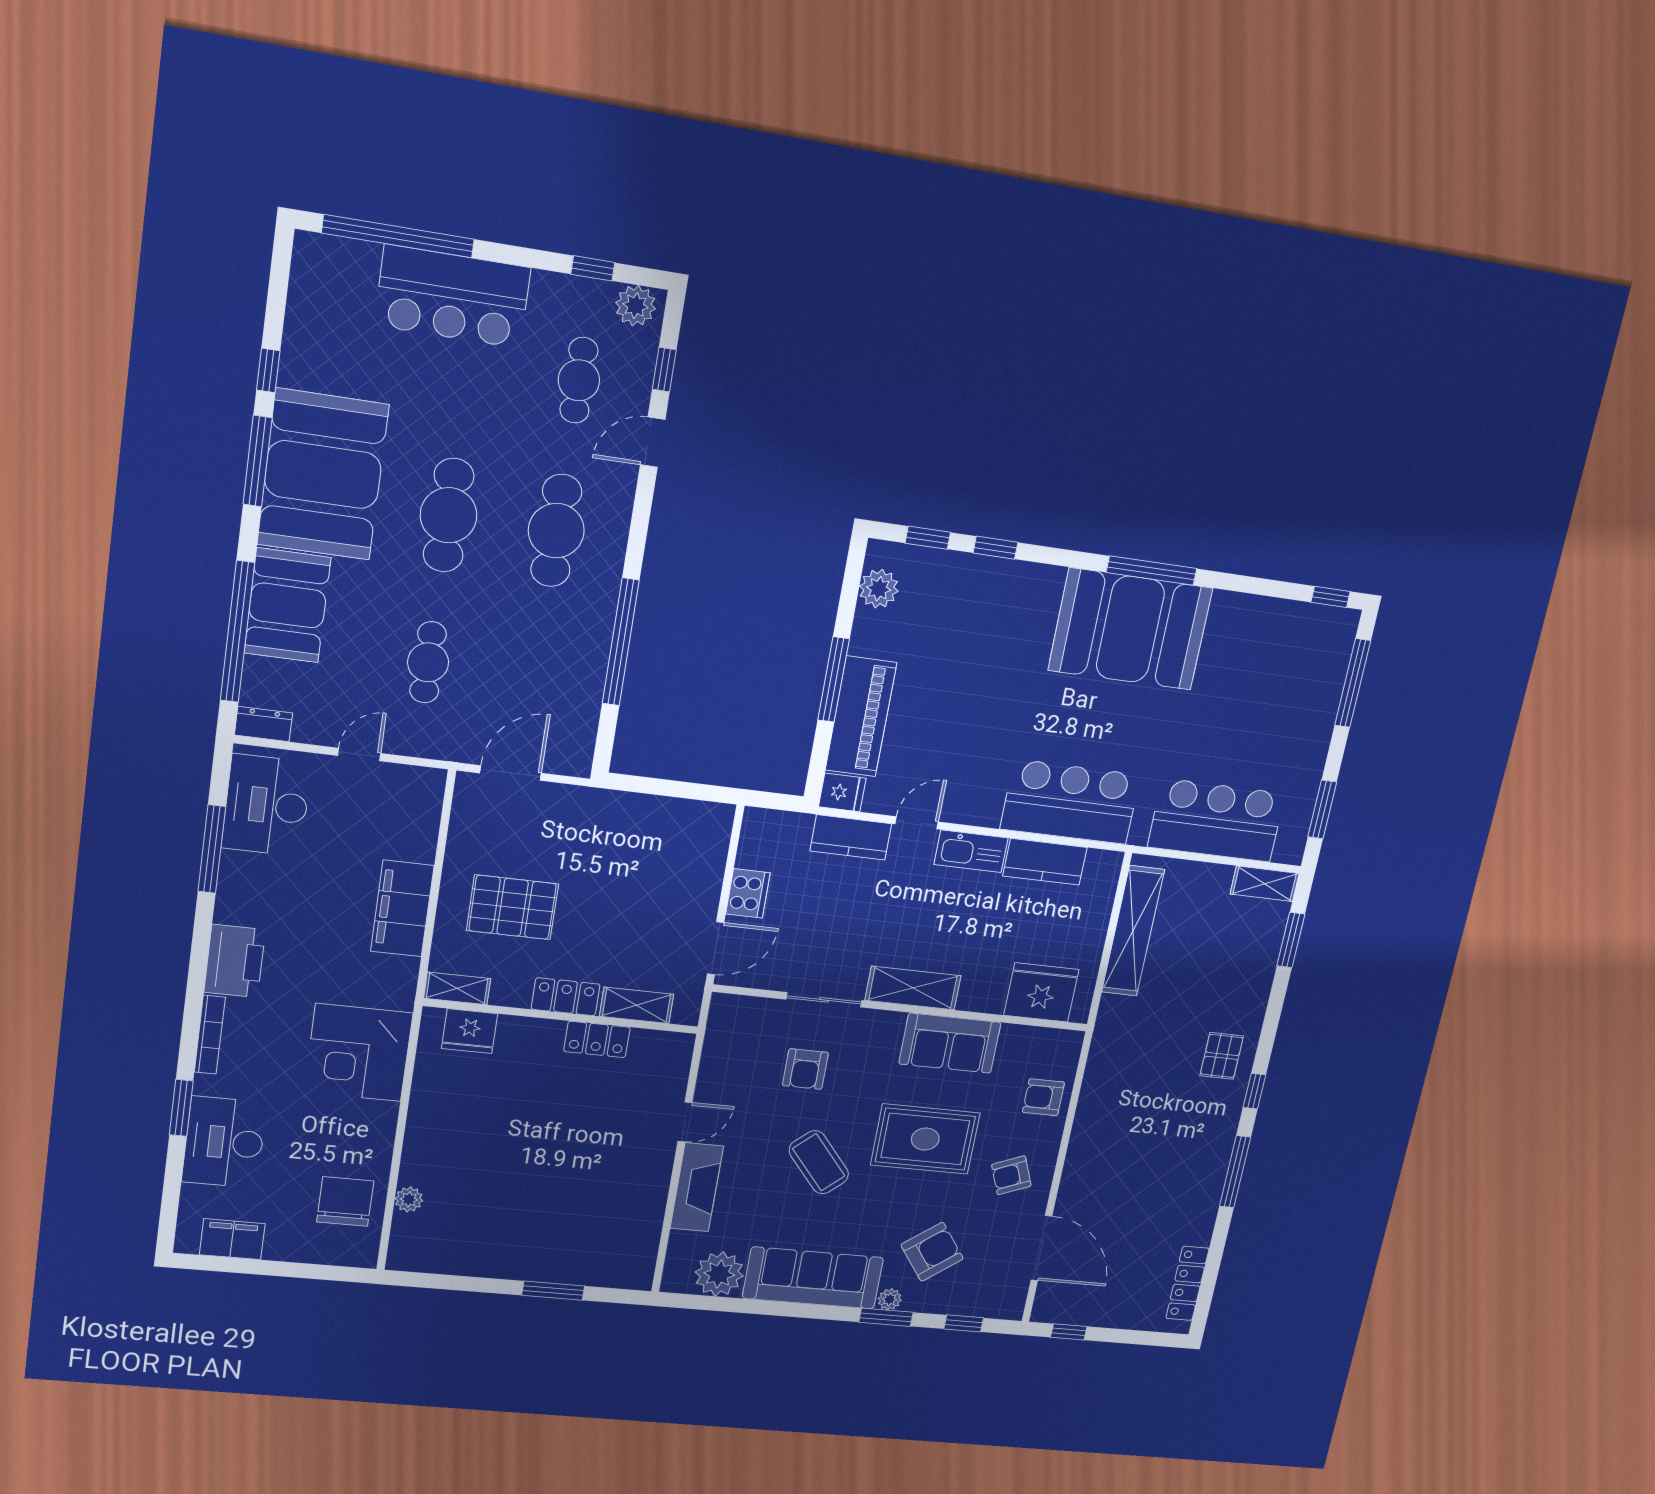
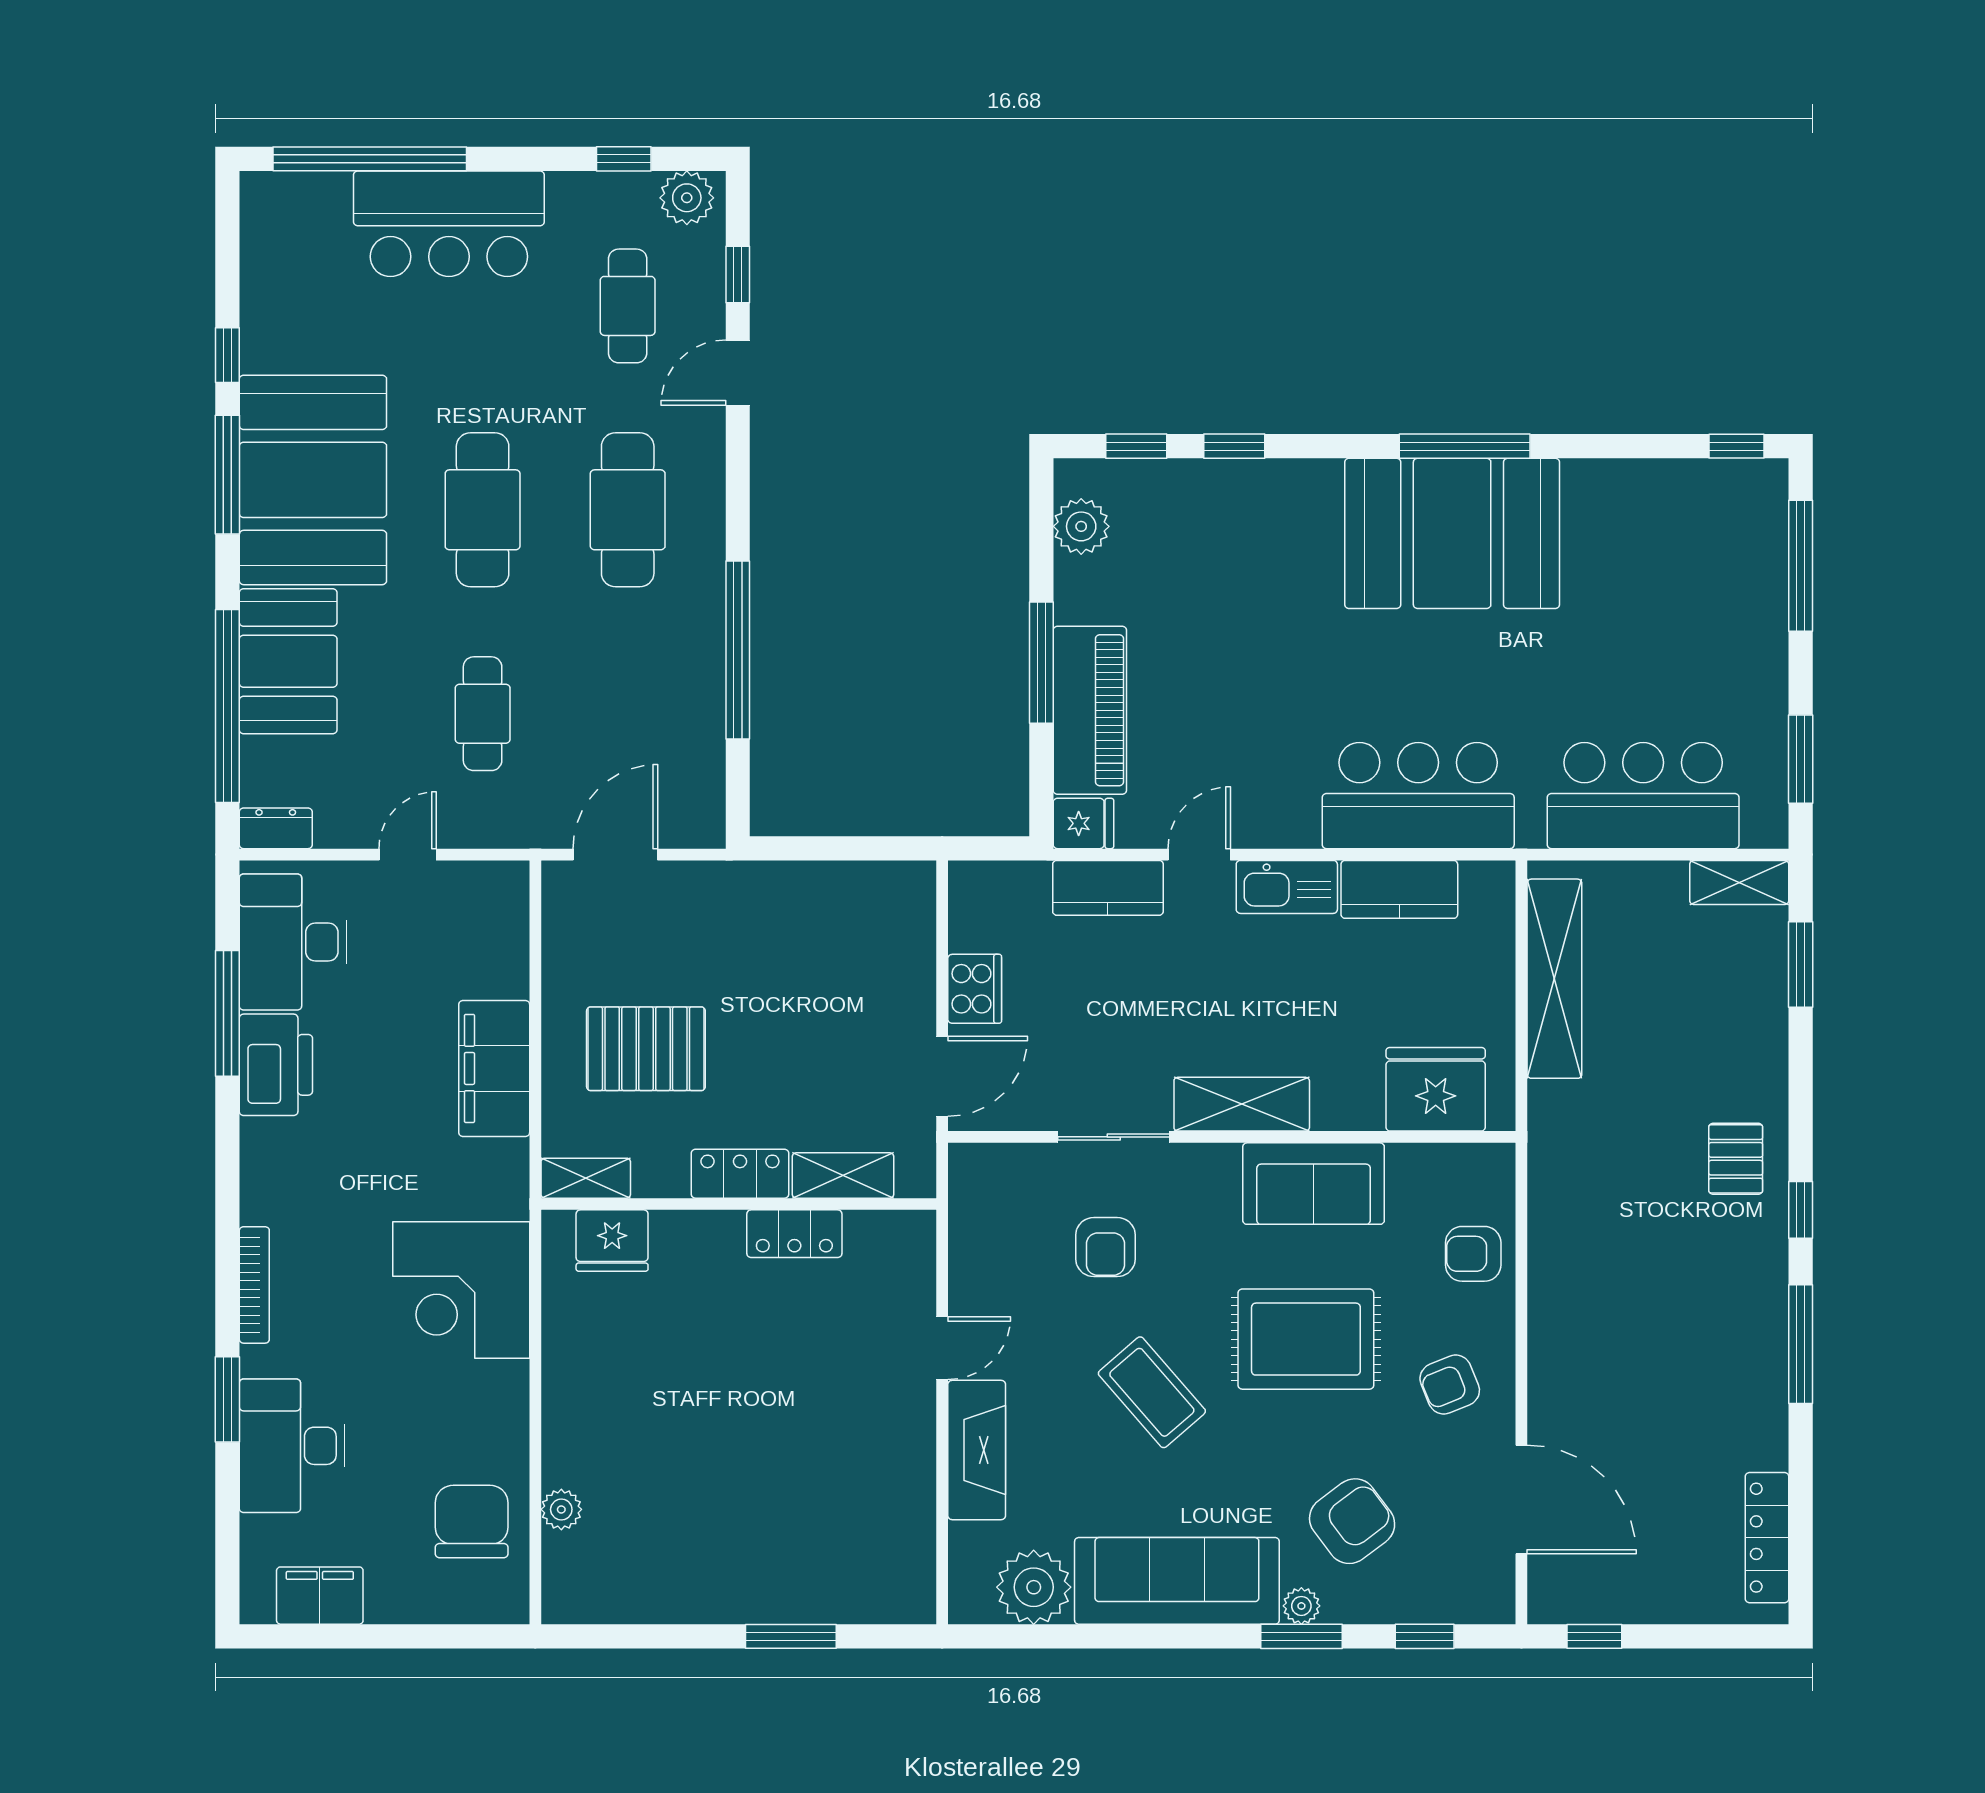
printer: (235, 961) -> (276, 1065), moved

